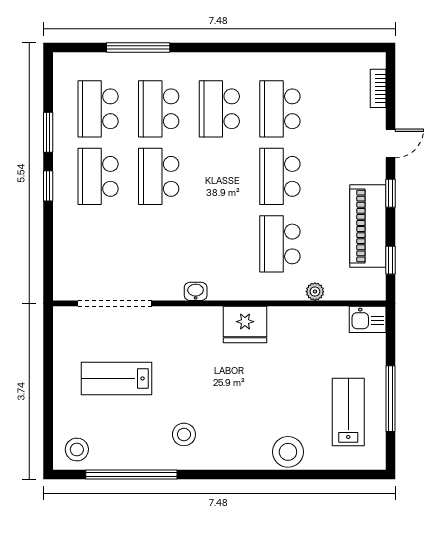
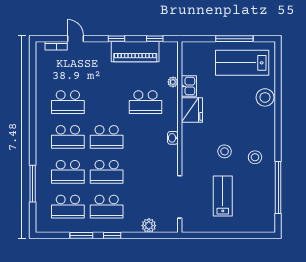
door: (390, 143) -> (75, 39), moved
school desk: (280, 176) -> (107, 137), moved
plant: (65, 250) -> (149, 226), added
washbasin: (196, 291) -> (173, 138), moved
kitchen sink: (368, 319) -> (189, 86), moved
fridge: (245, 324) -> (192, 110), moved
lab bench: (117, 378) -> (223, 196), turned 180
lab bench: (348, 412) -> (242, 63), width x1.36, depth x1.39
stool: (77, 449) -> (225, 151), moved

